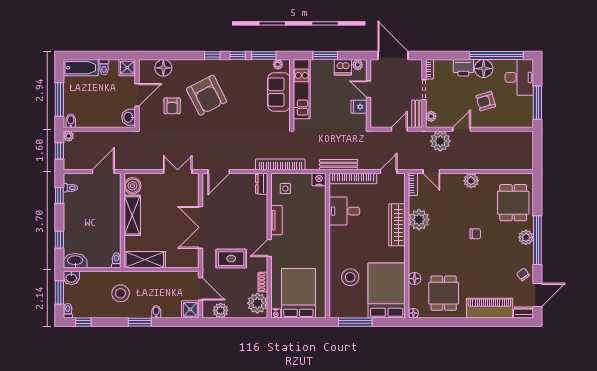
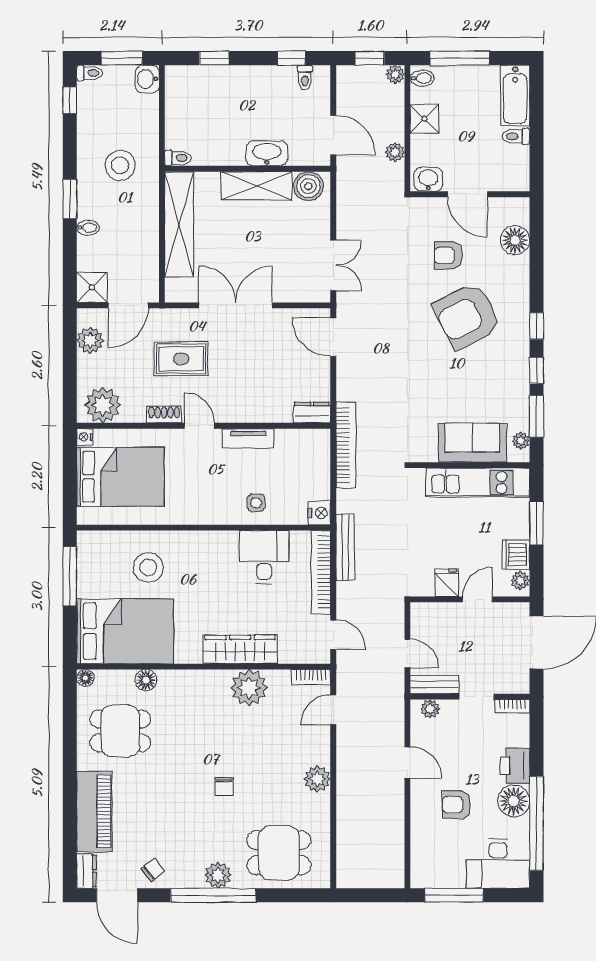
shower: (127, 68) -> (425, 119), moved
armchair: (486, 101) -> (457, 805), turned -74
plant: (440, 141) -> (395, 152), moved, width x0.53, depth x0.53
side table: (285, 189) -> (256, 503), moved
rug: (231, 259) -> (181, 359), turned 90
shelving: (145, 260) -> (179, 225), width x1.47
washbasin: (75, 261) -> (267, 153), moved, turned -90
shoe rack: (263, 282) -> (164, 415), moved

